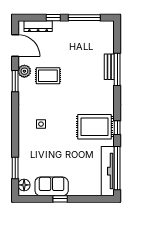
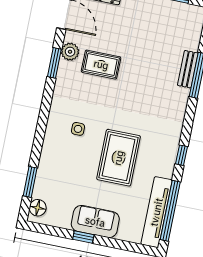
rug: (95, 127) -> (119, 158), moved, turned 90
sofa: (52, 186) -> (95, 222), moved

